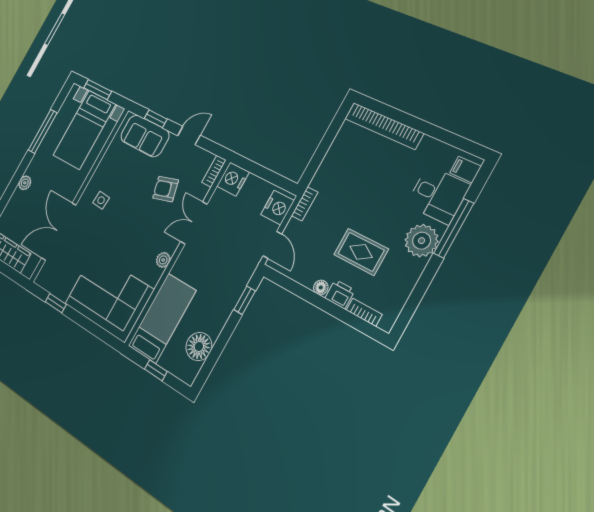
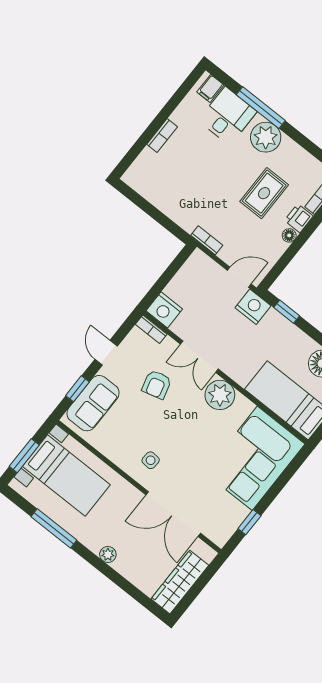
bookcase: (384, 126) -> (162, 136), width x0.43, depth x0.76
nightstand: (277, 208) -> (253, 307), moved
plant: (163, 260) -> (220, 395), width x1.88, depth x1.88

